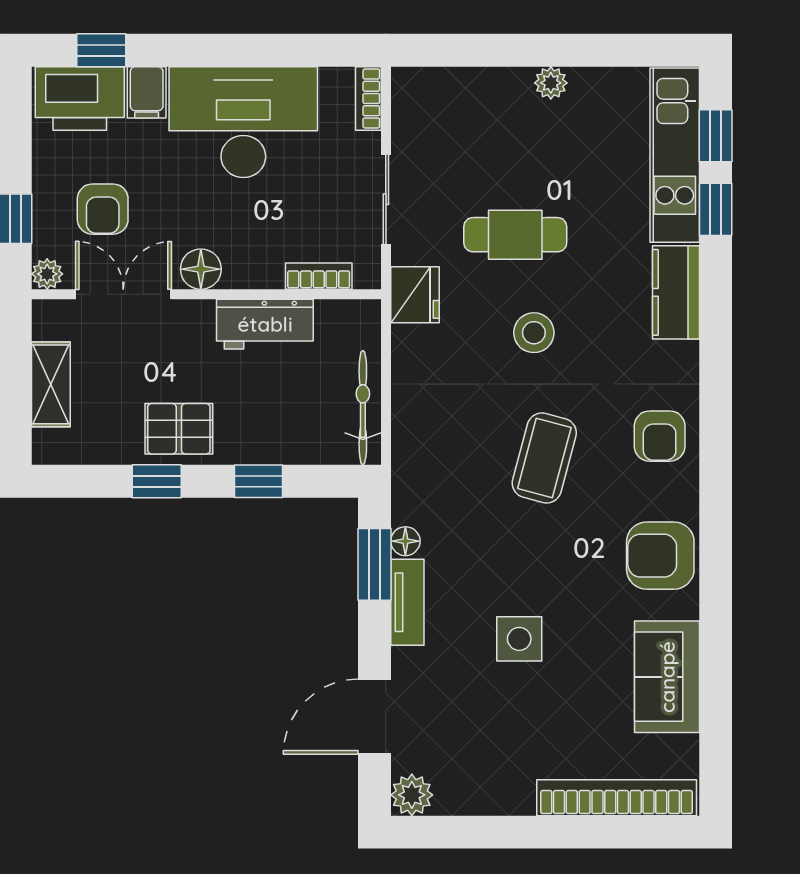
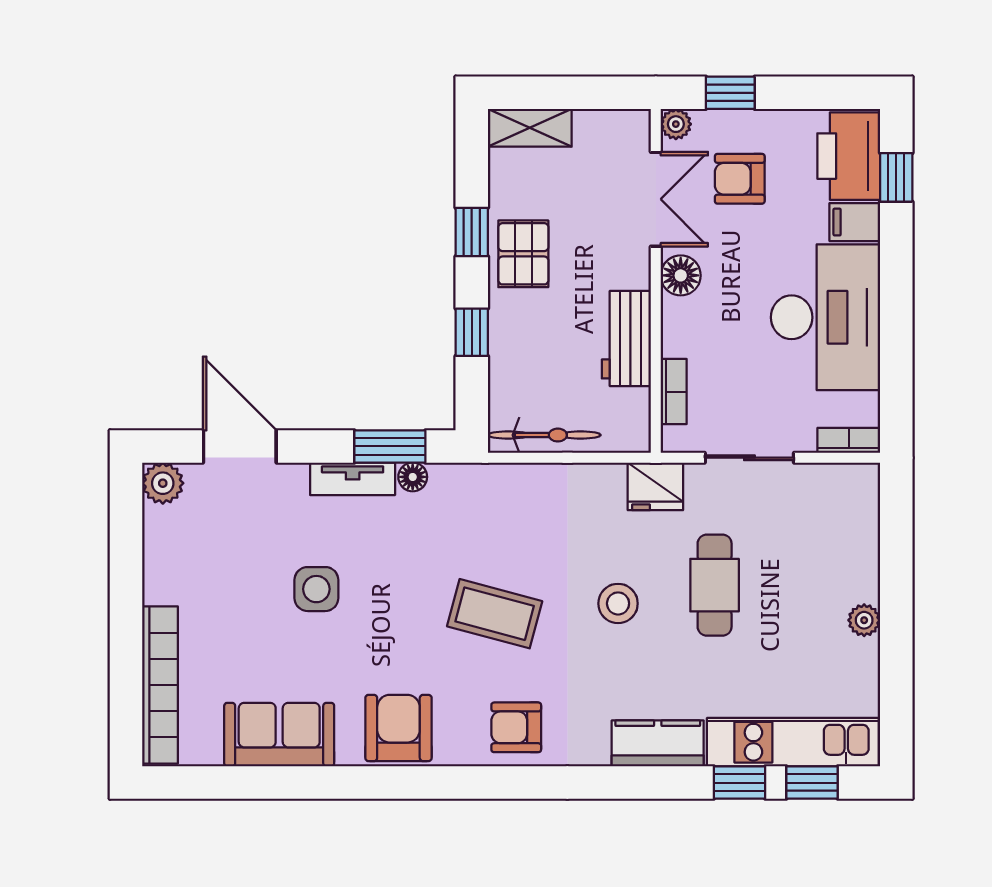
shelving: (51, 384) -> (530, 128), moved

